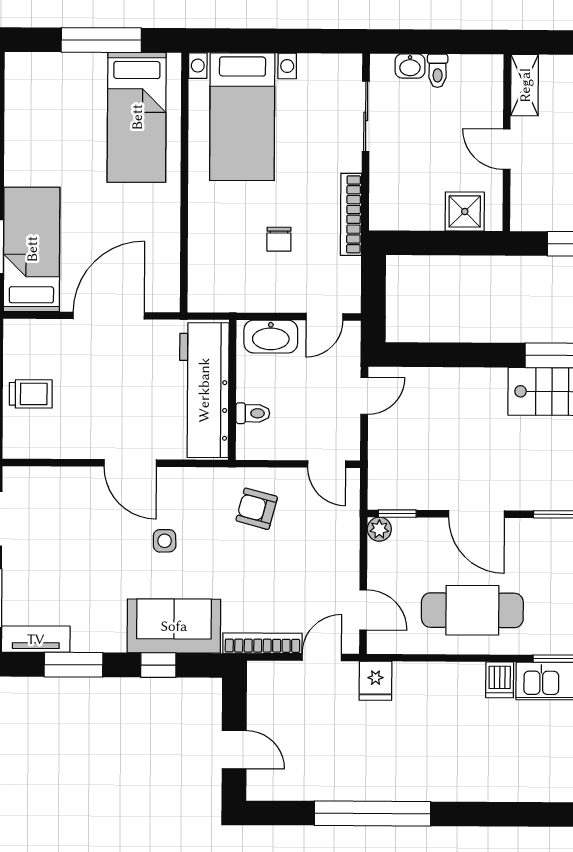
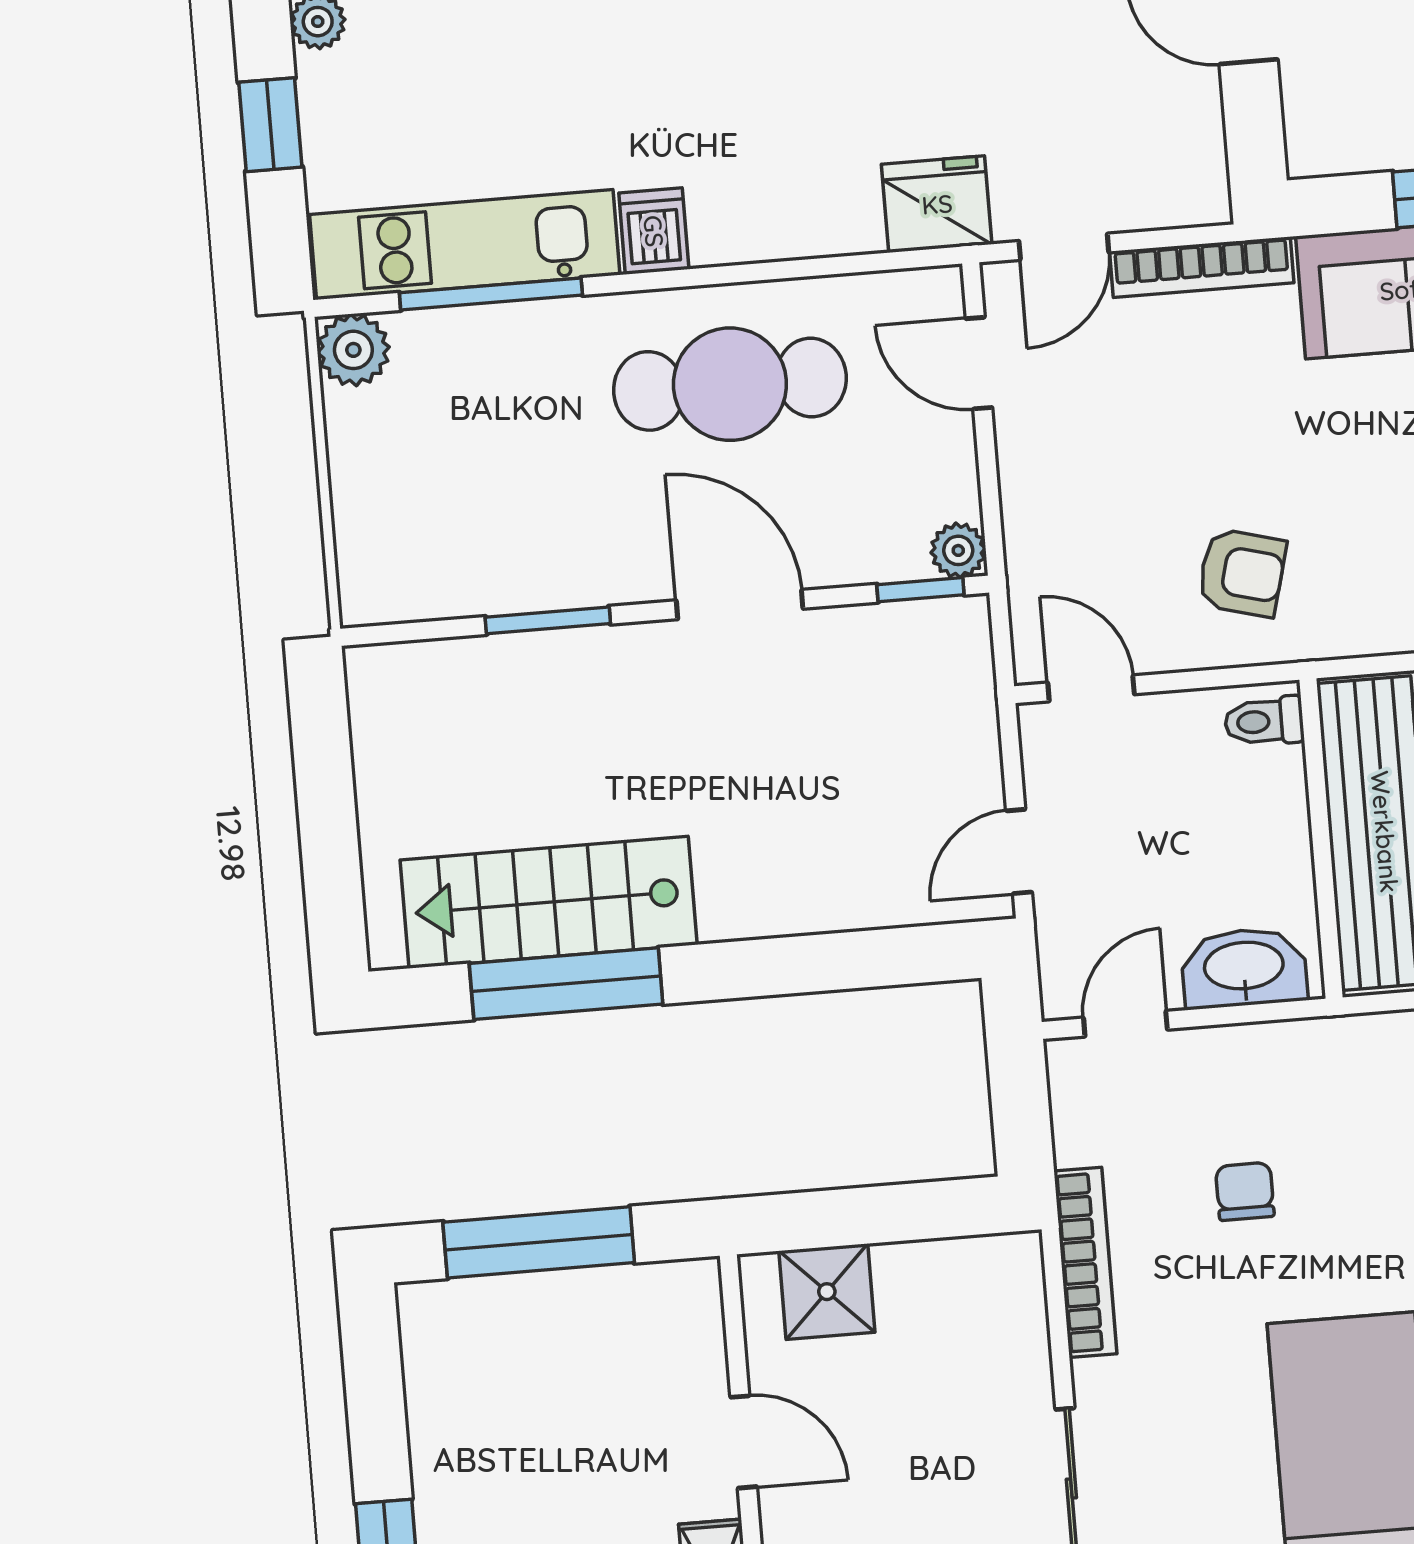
toilet: (253, 413) -> (1264, 721), moved
fridge: (376, 681) -> (937, 204), width x1.38

